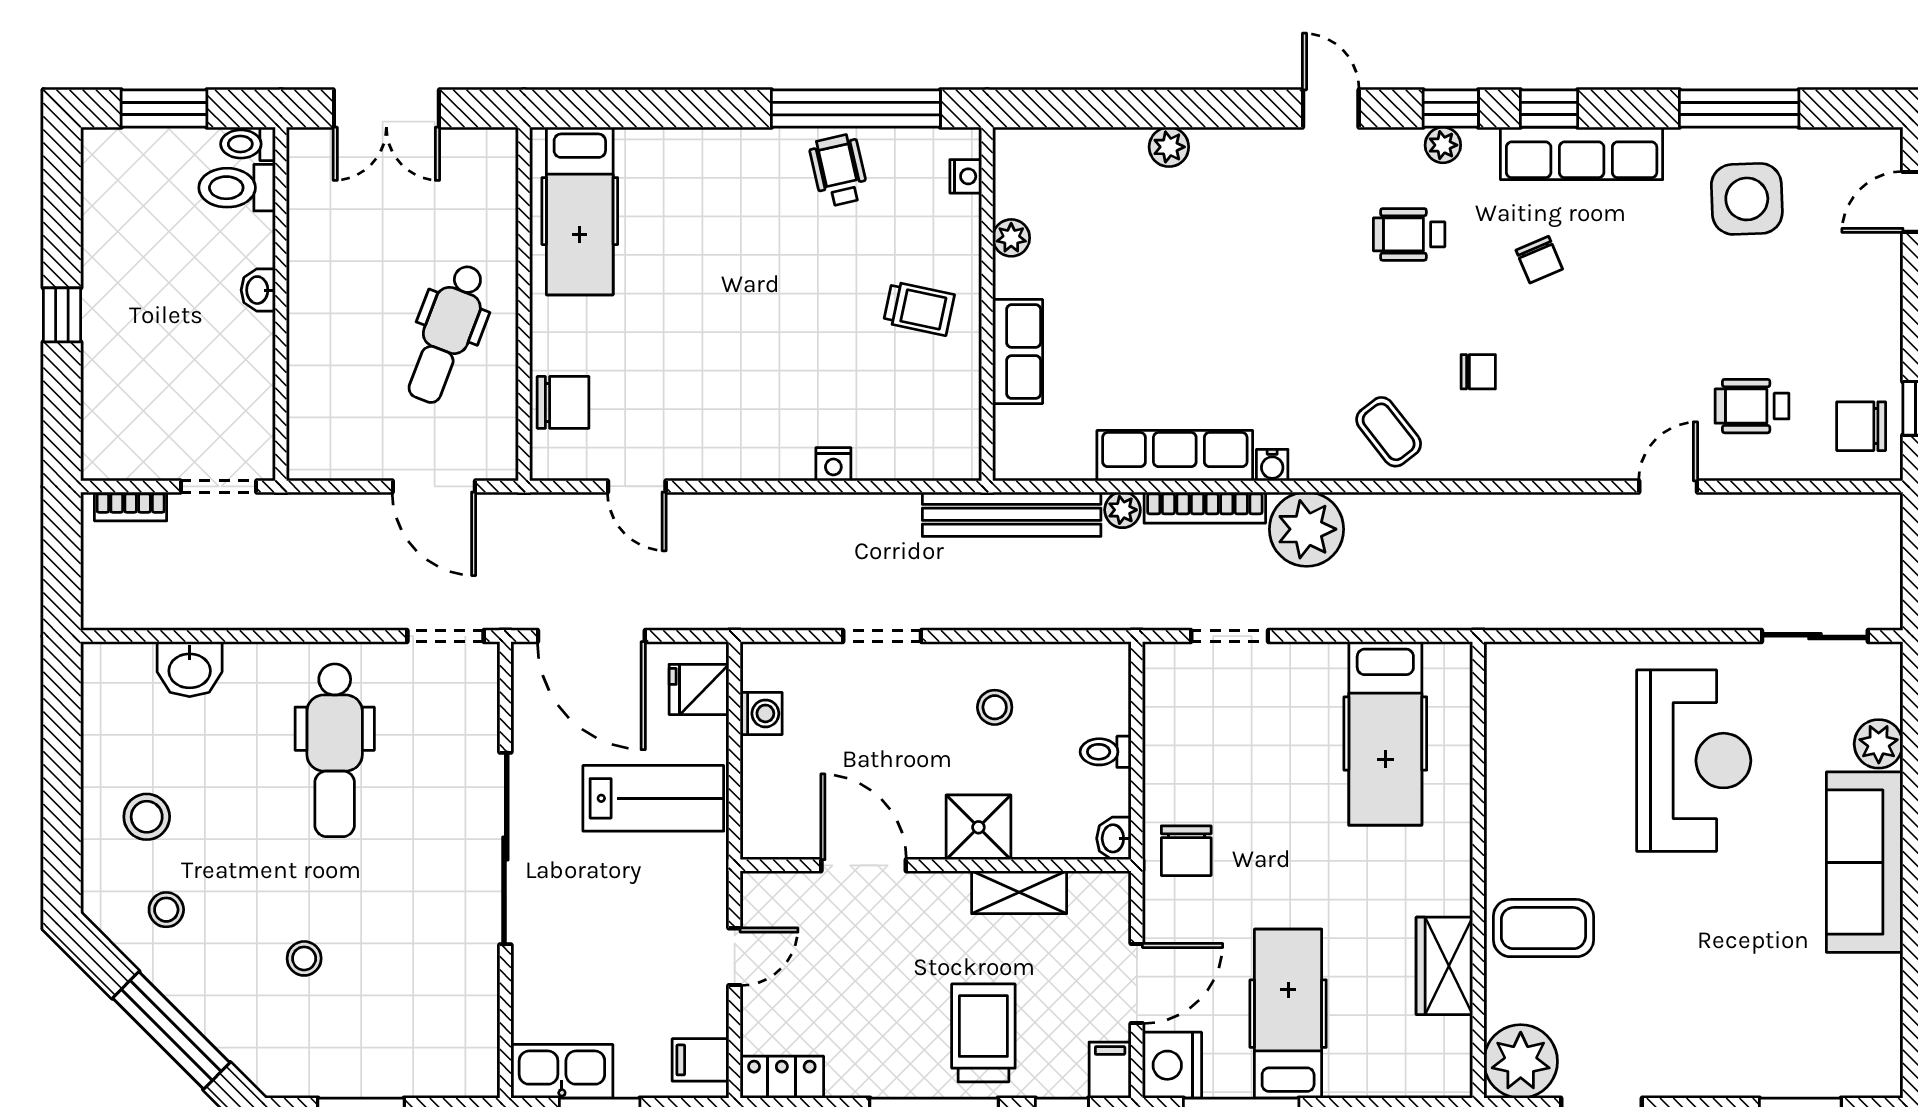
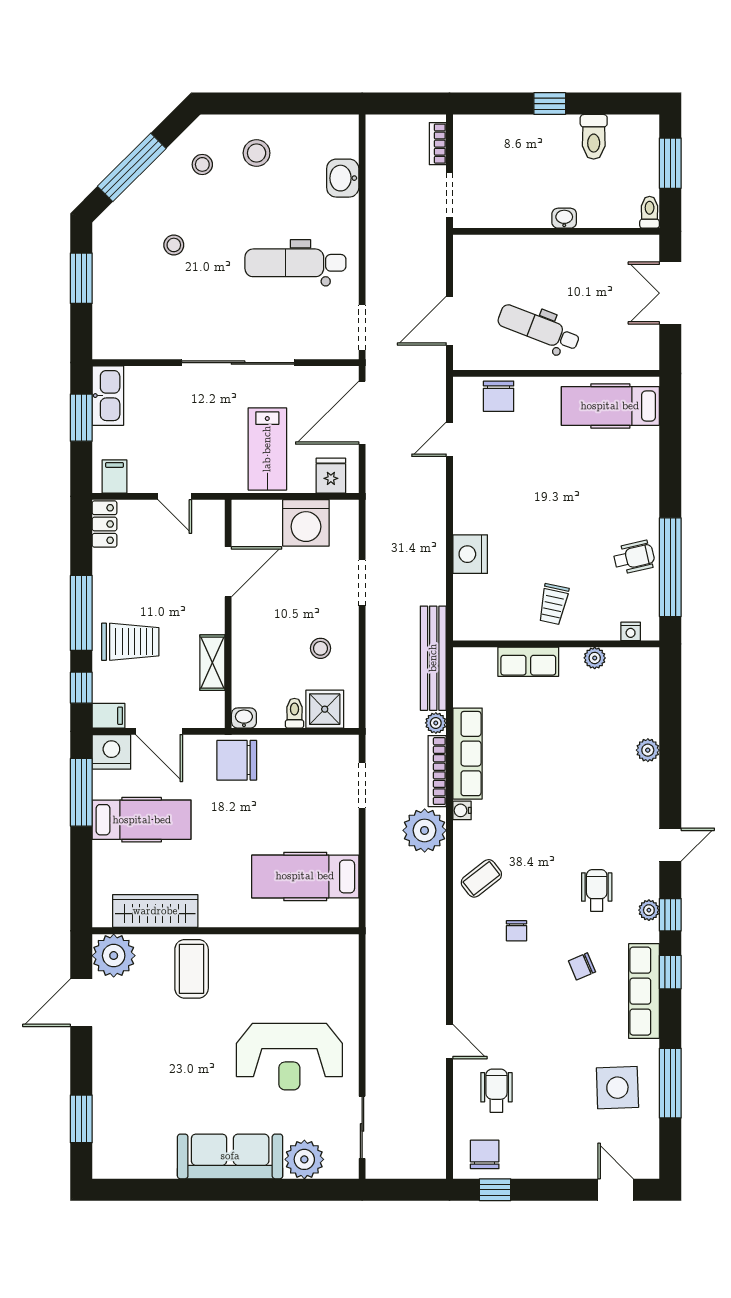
toilet: (237, 188) -> (594, 137), moved, turned 180
nightstand: (833, 464) -> (470, 554), width x1.89, depth x1.79
washing machine: (761, 713) -> (306, 523), width x1.89, depth x1.89
plant: (1879, 744) -> (304, 1159), width x1.36, depth x1.36
shower: (978, 827) -> (325, 709), moved
chair: (1186, 851) -> (237, 760), width x1.37, depth x1.37
wardrobe: (1444, 966) -> (155, 911), width x1.50

